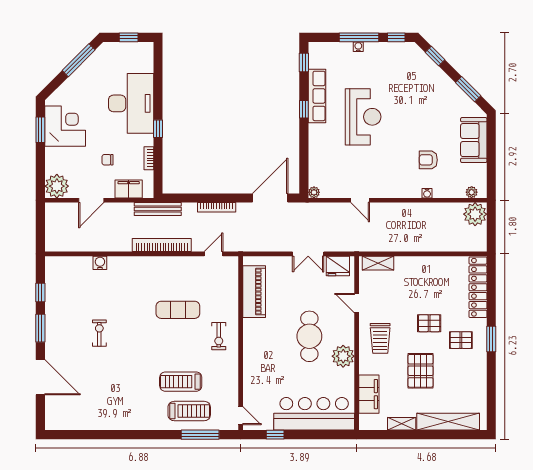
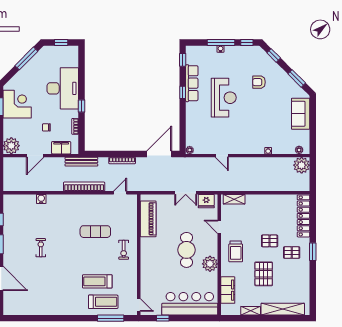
armchair: (428, 160) -> (259, 82), moved

